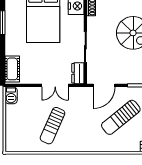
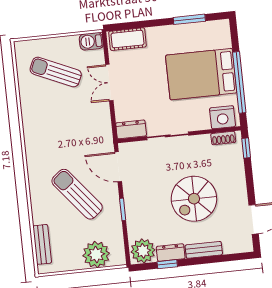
double door: (55, 85) -> (109, 83), moved
sun lounger: (53, 126) -> (56, 72), moved

